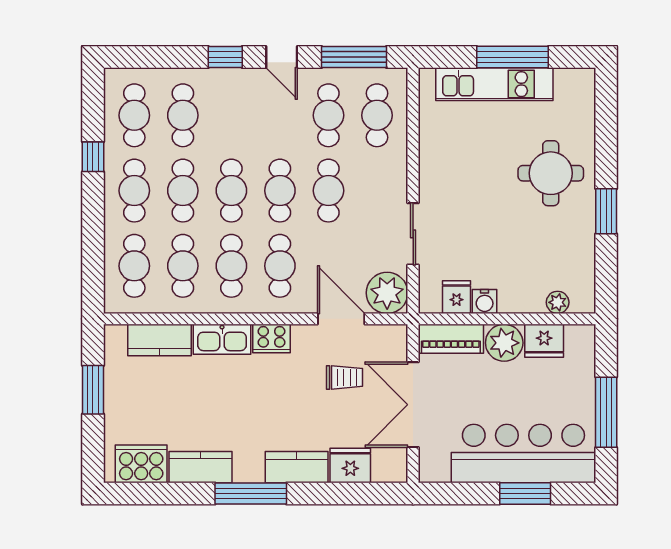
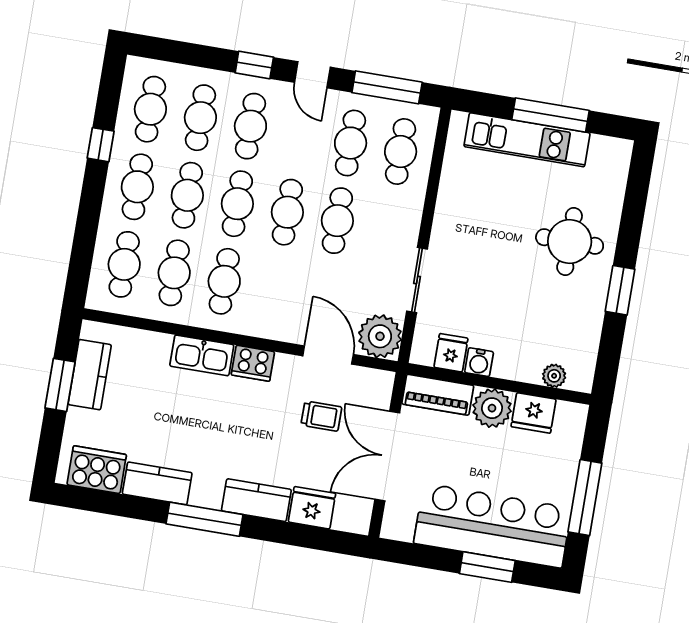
cafe table: (280, 266) -> (250, 126), moved
kitchen counter: (160, 340) -> (90, 375), moved, turned -90

